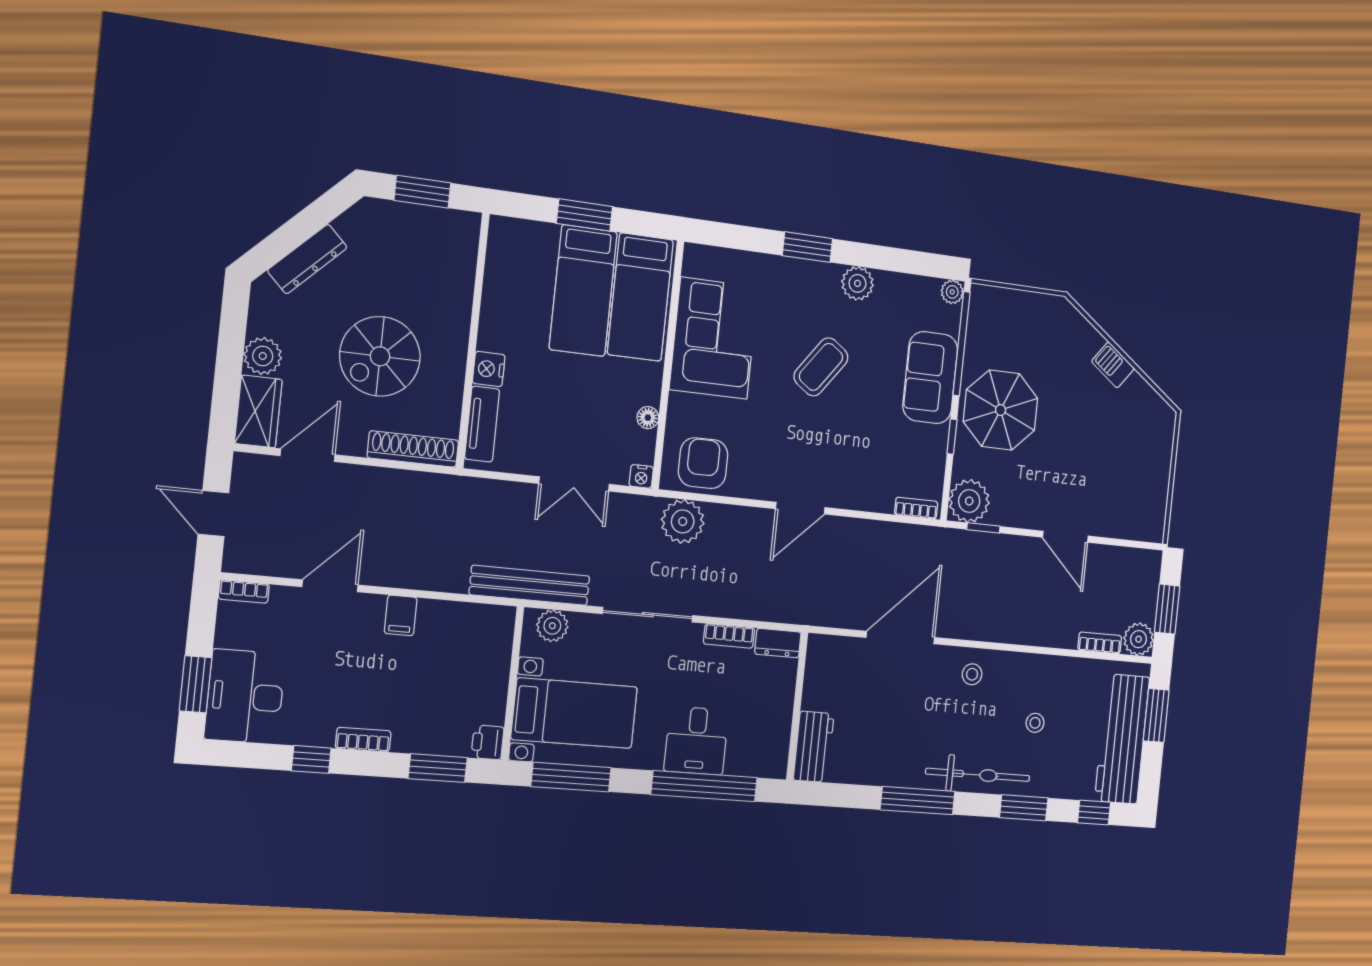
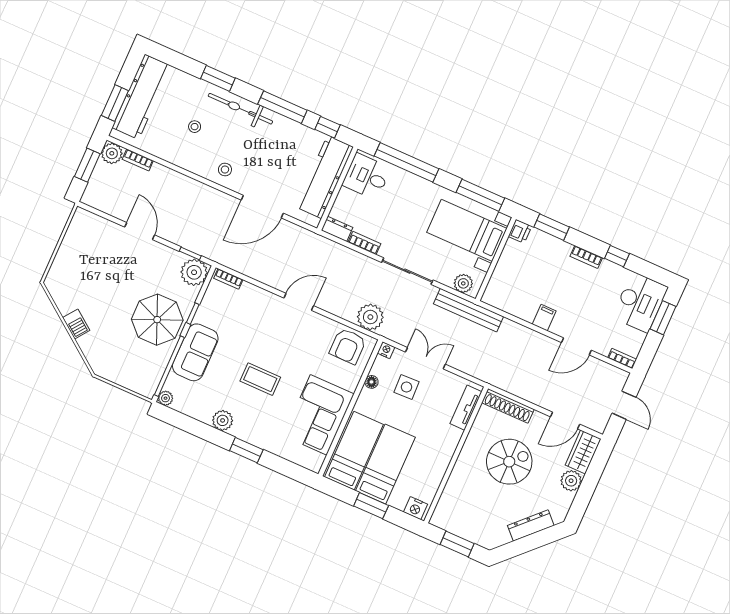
coffee table: (821, 367) -> (260, 379), turned 54
nightstand: (489, 369) -> (416, 508), moved, turned 90
side table: (590, 427) -> (406, 387), added
desk: (696, 741) -> (366, 176), moved, turned -90
workbench: (814, 747) -> (324, 177), width x1.88, depth x1.32
window: (1094, 813) -> (327, 127), moved

